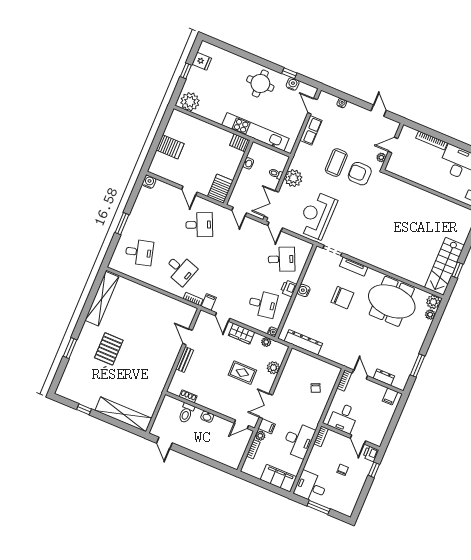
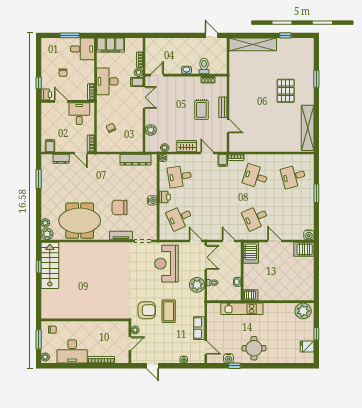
kitchen unit: (255, 132) -> (242, 309), width x0.73
server rack: (170, 147) -> (304, 249), moved
reception desk: (317, 215) -> (166, 264), turned 180
rug: (242, 373) -> (201, 110), moved, turned 90

